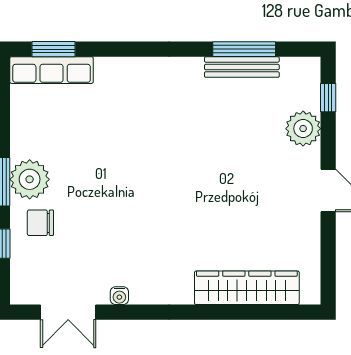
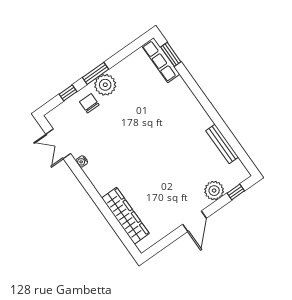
window: (244, 49) -> (231, 139), removed

